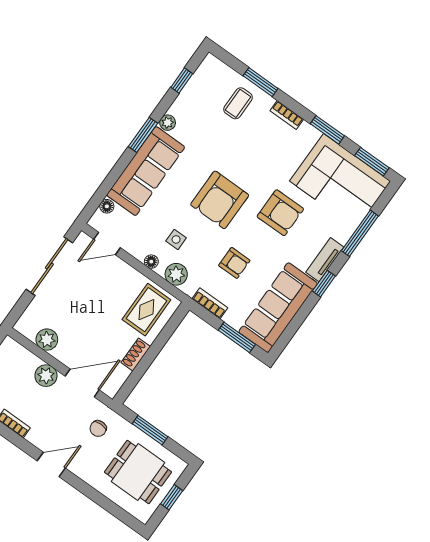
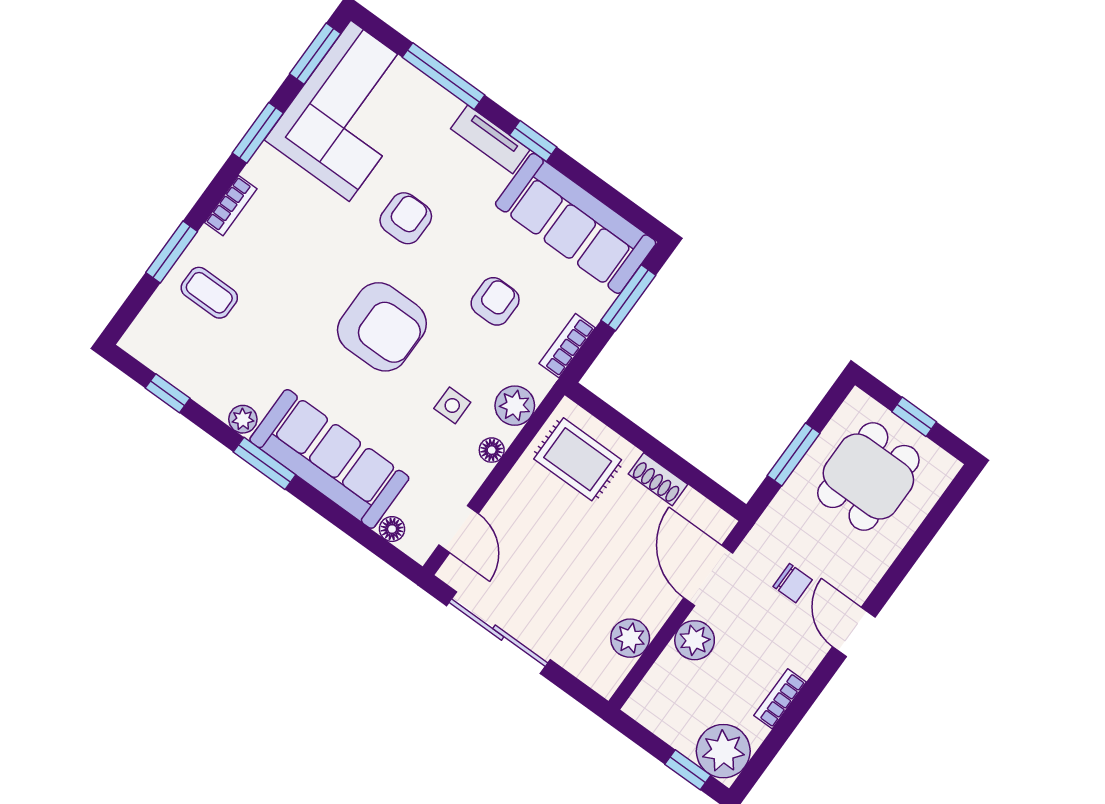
armchair: (280, 213) -> (406, 218), width x0.72, depth x0.72
chair: (98, 428) -> (793, 583), moved

